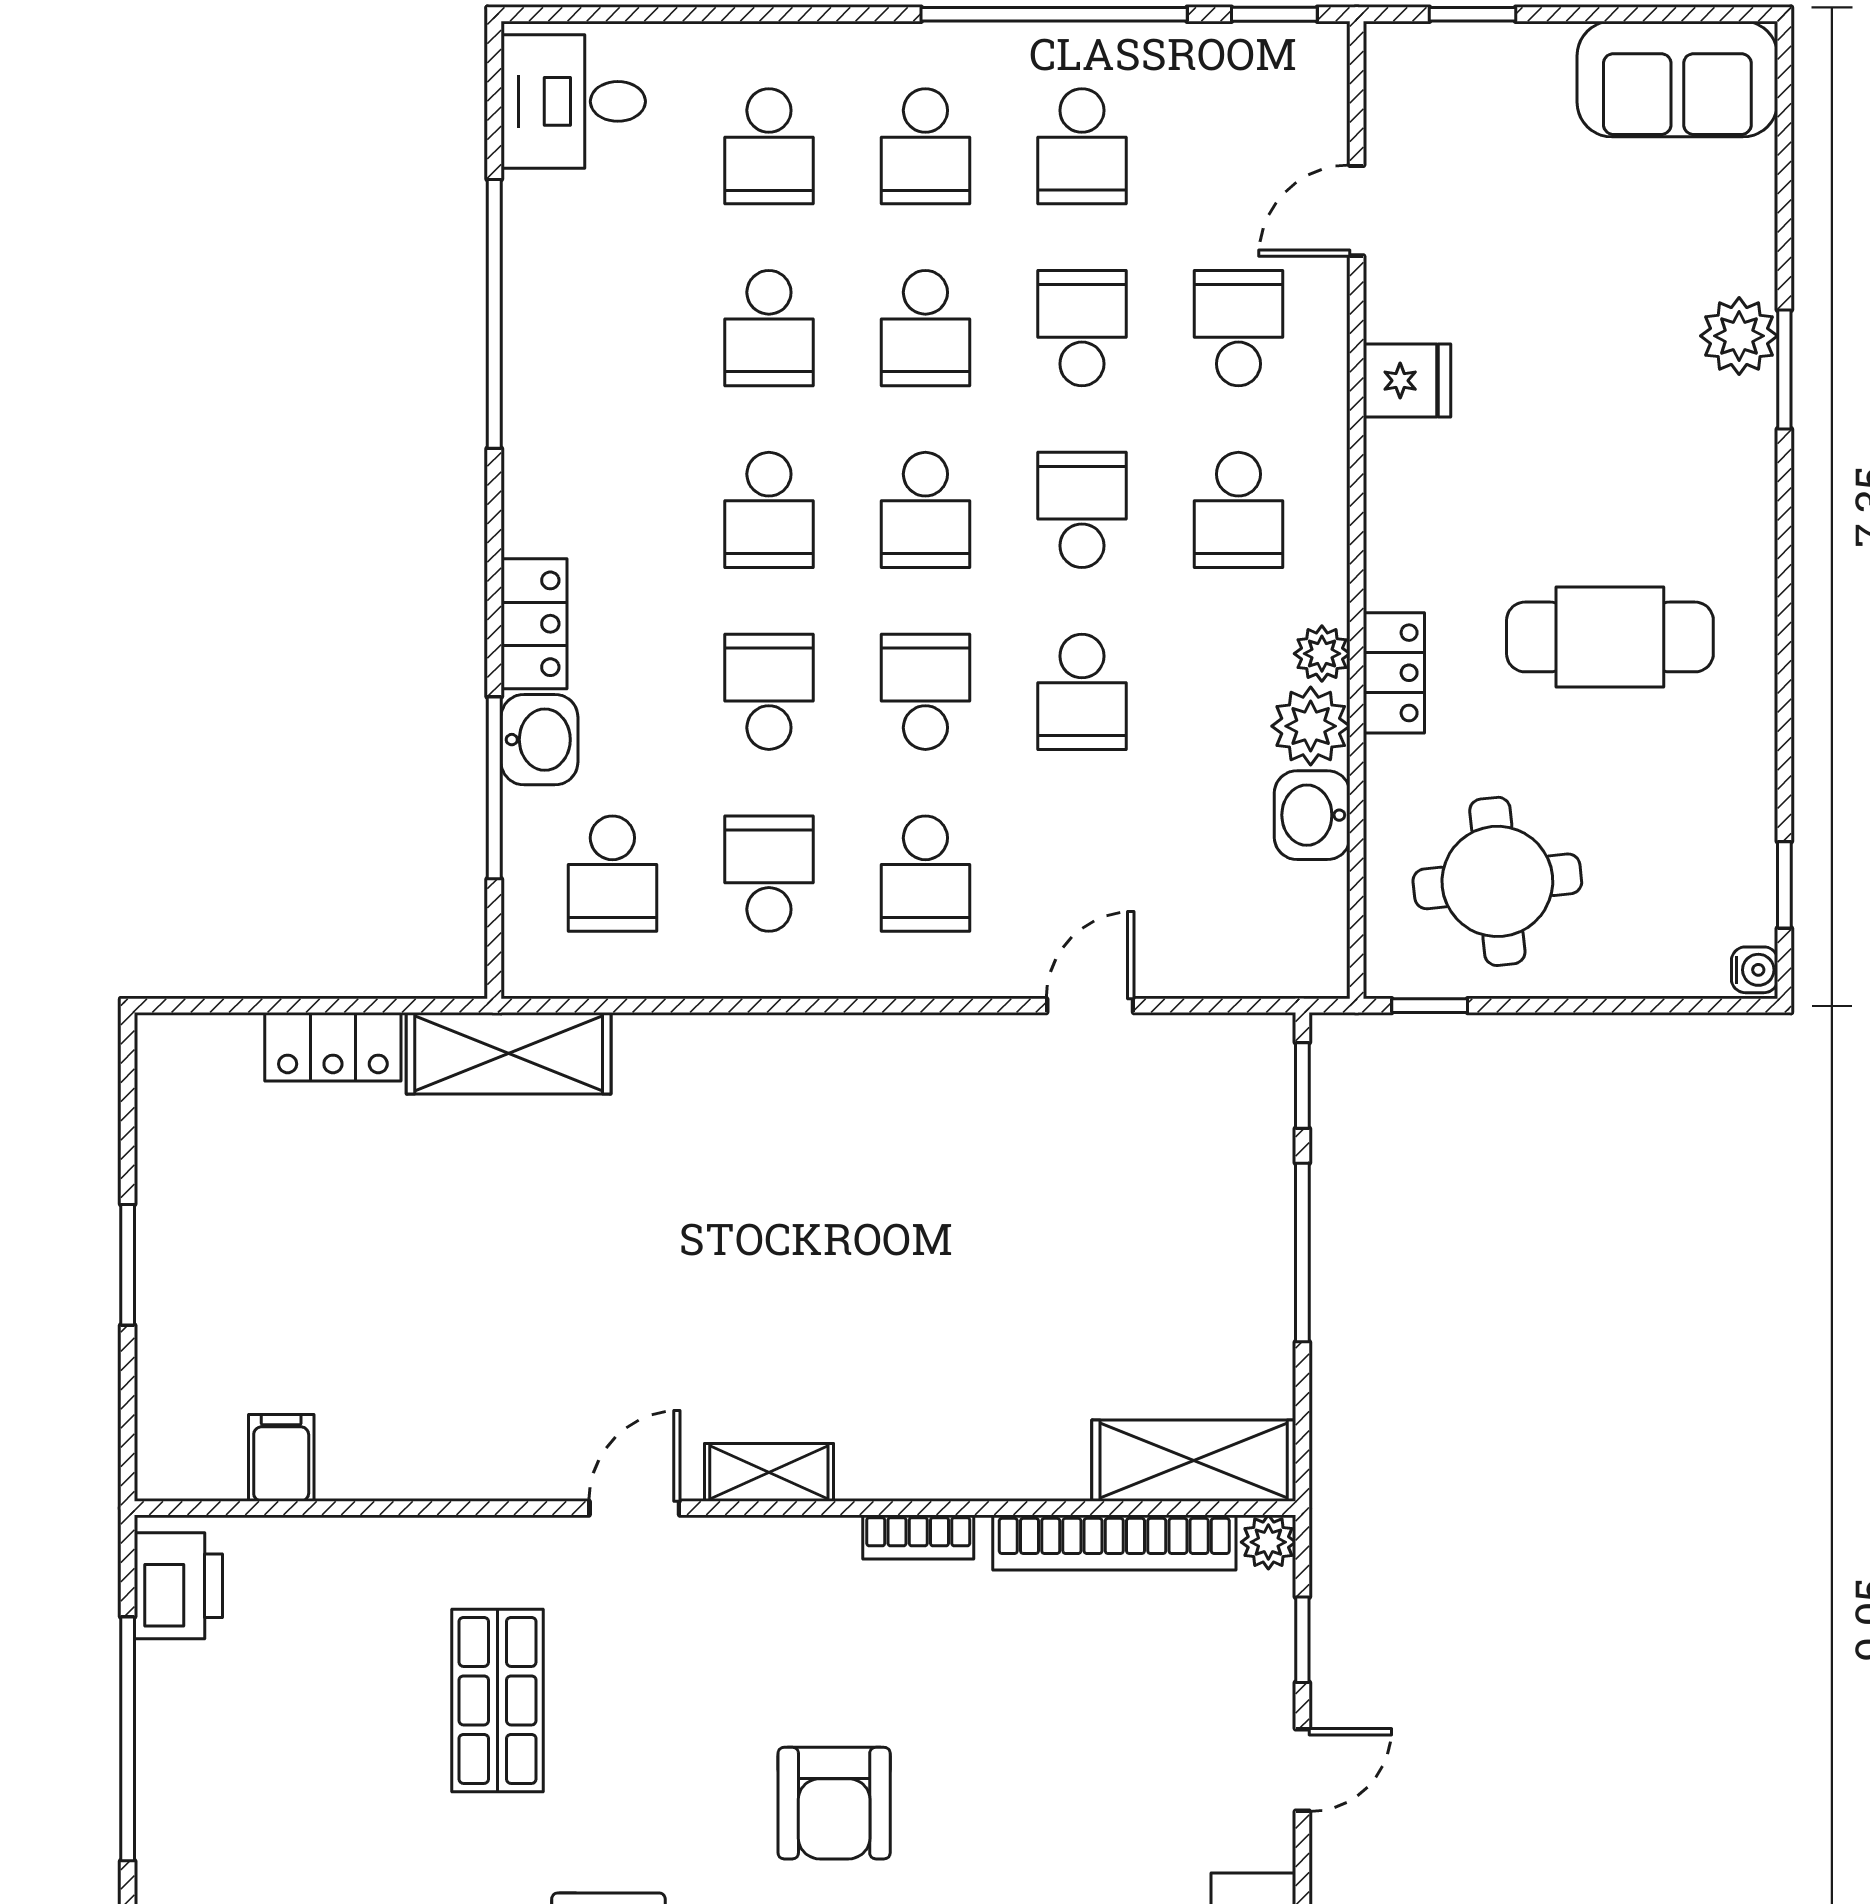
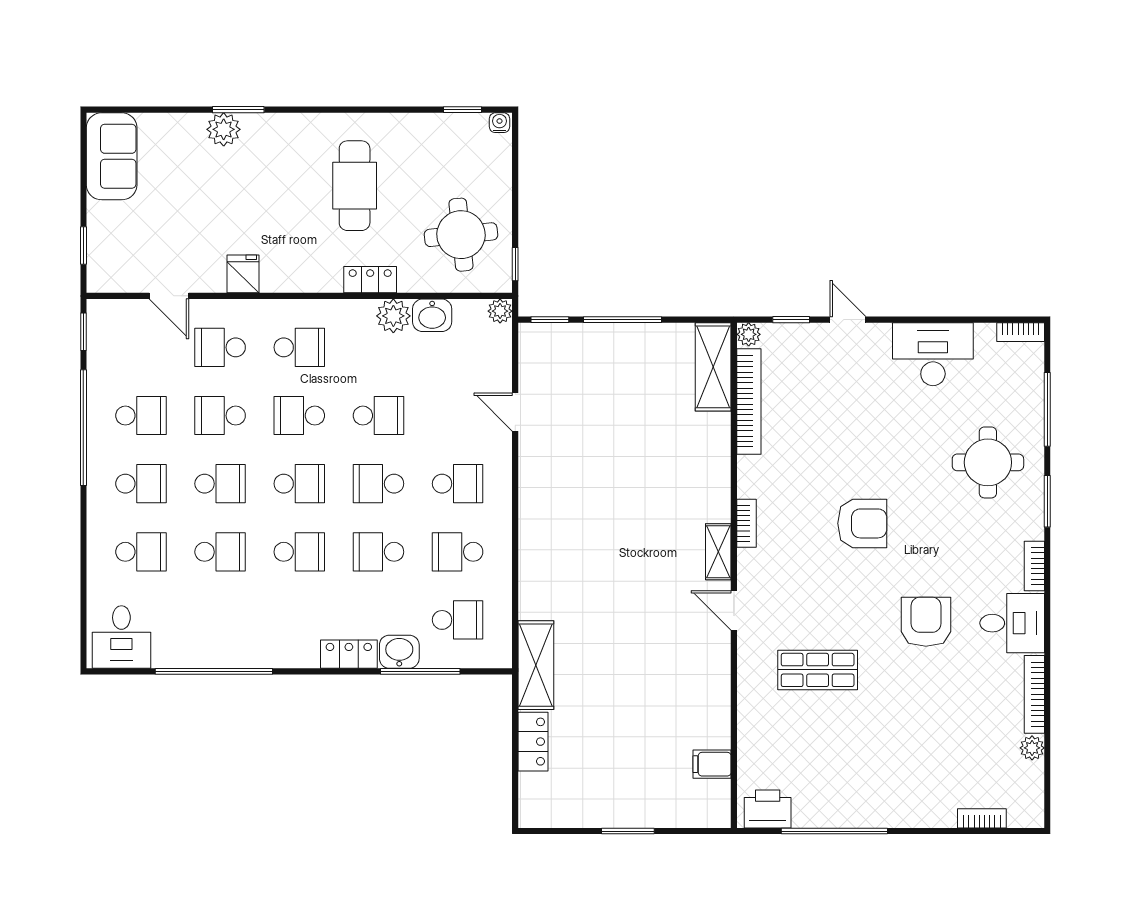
plant: (1322, 654) -> (500, 311), moved
bookcase: (918, 1537) -> (746, 523), moved

